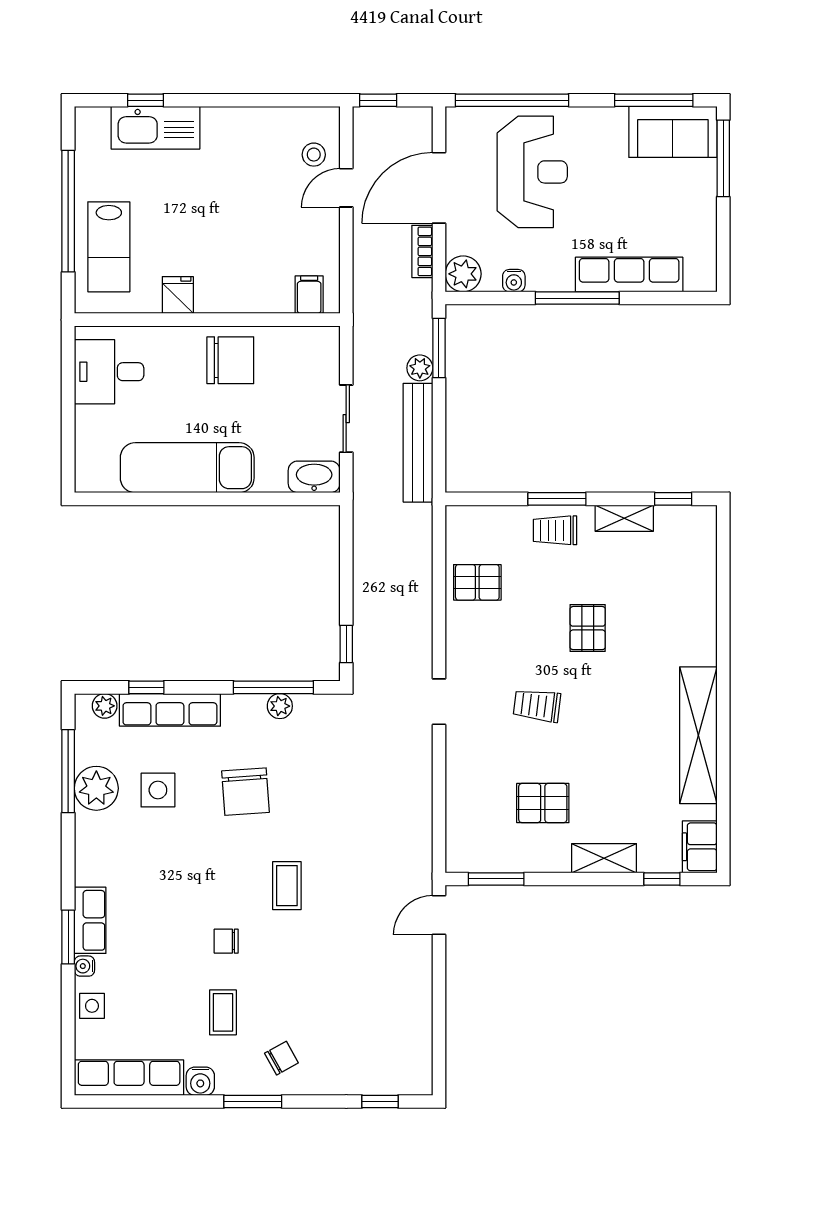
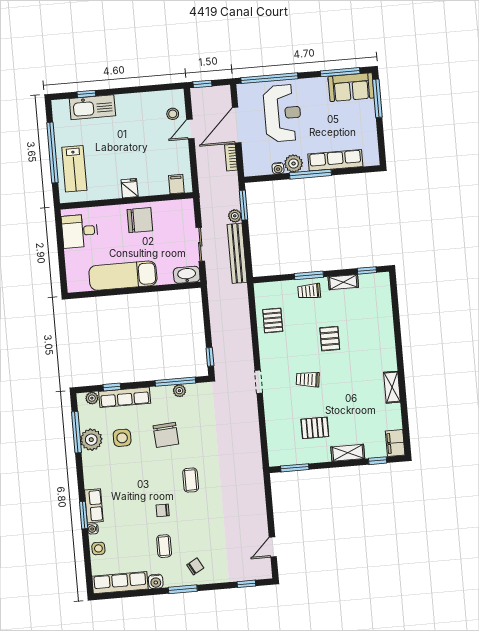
plant: (463, 274) -> (294, 163), moved
fridge: (178, 295) -> (130, 188), moved
pallet: (477, 582) -> (273, 320), turned 90
shelving: (698, 735) -> (392, 387), width x0.45, depth x0.75
door: (439, 915) -> (273, 547), moved

